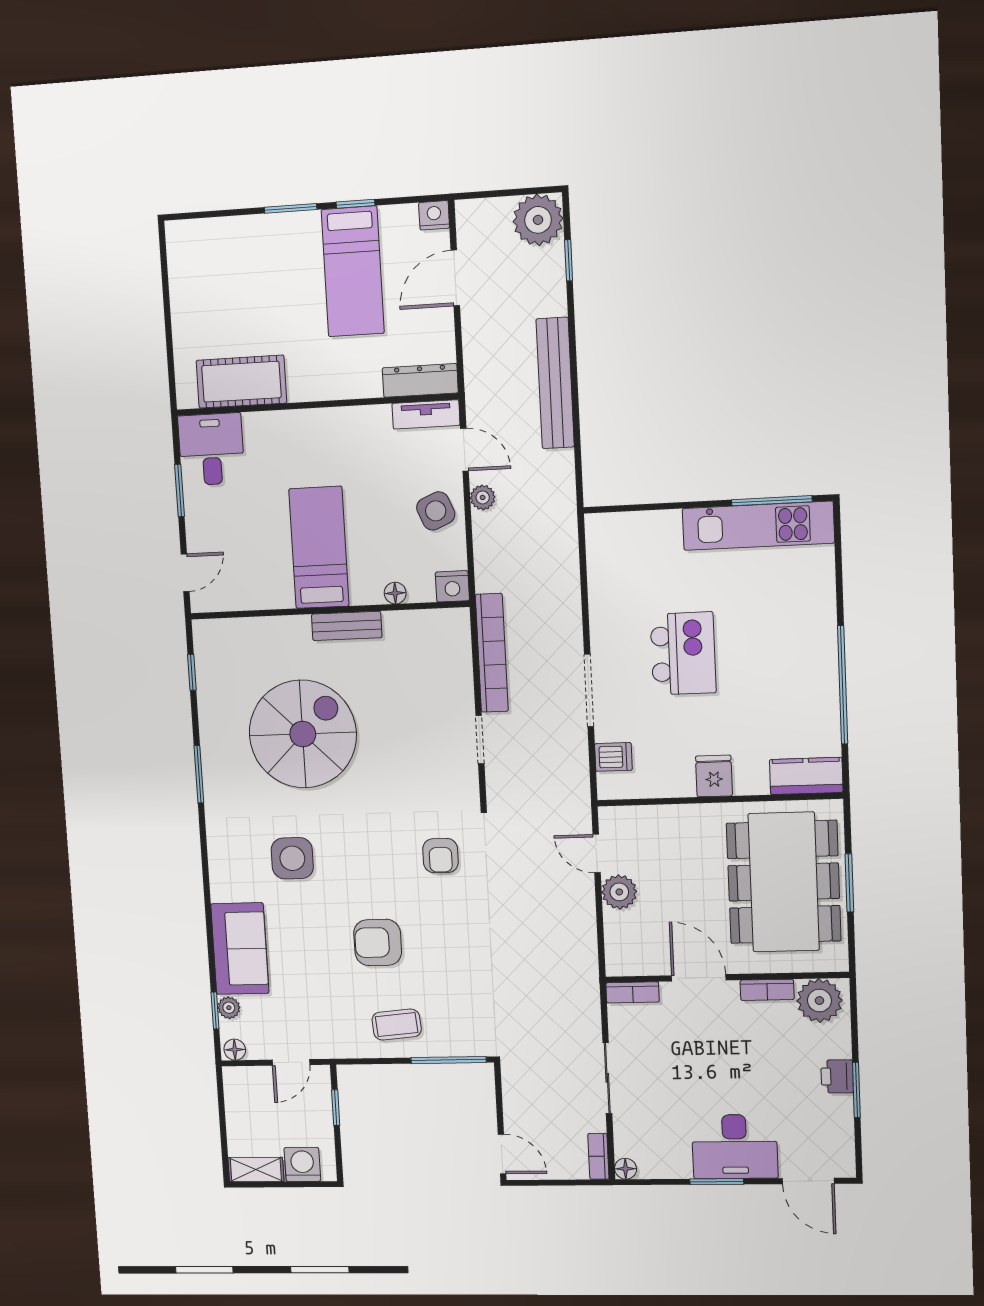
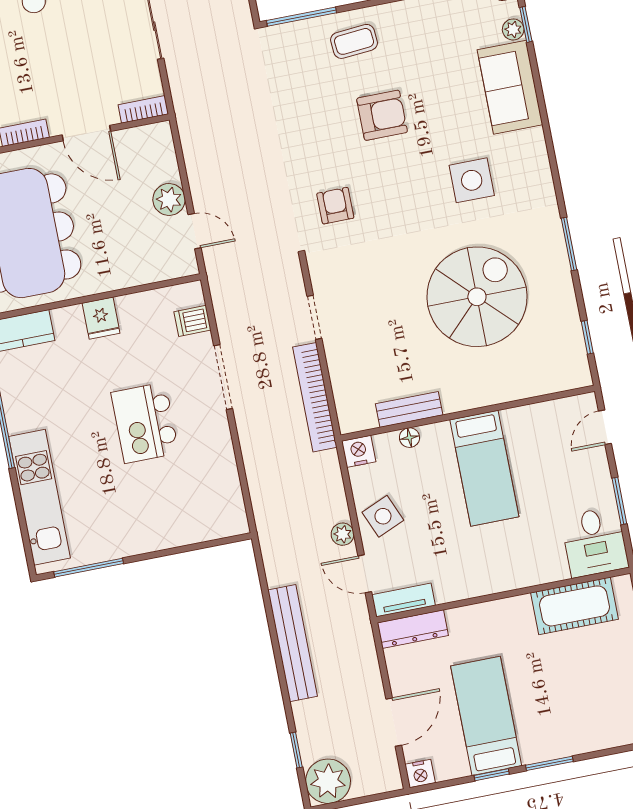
kitchen unit: (758, 526) -> (39, 497), moved, turned 90
bench: (347, 626) -> (409, 409), moved
spiral stairs: (303, 734) -> (477, 297), turned 180

